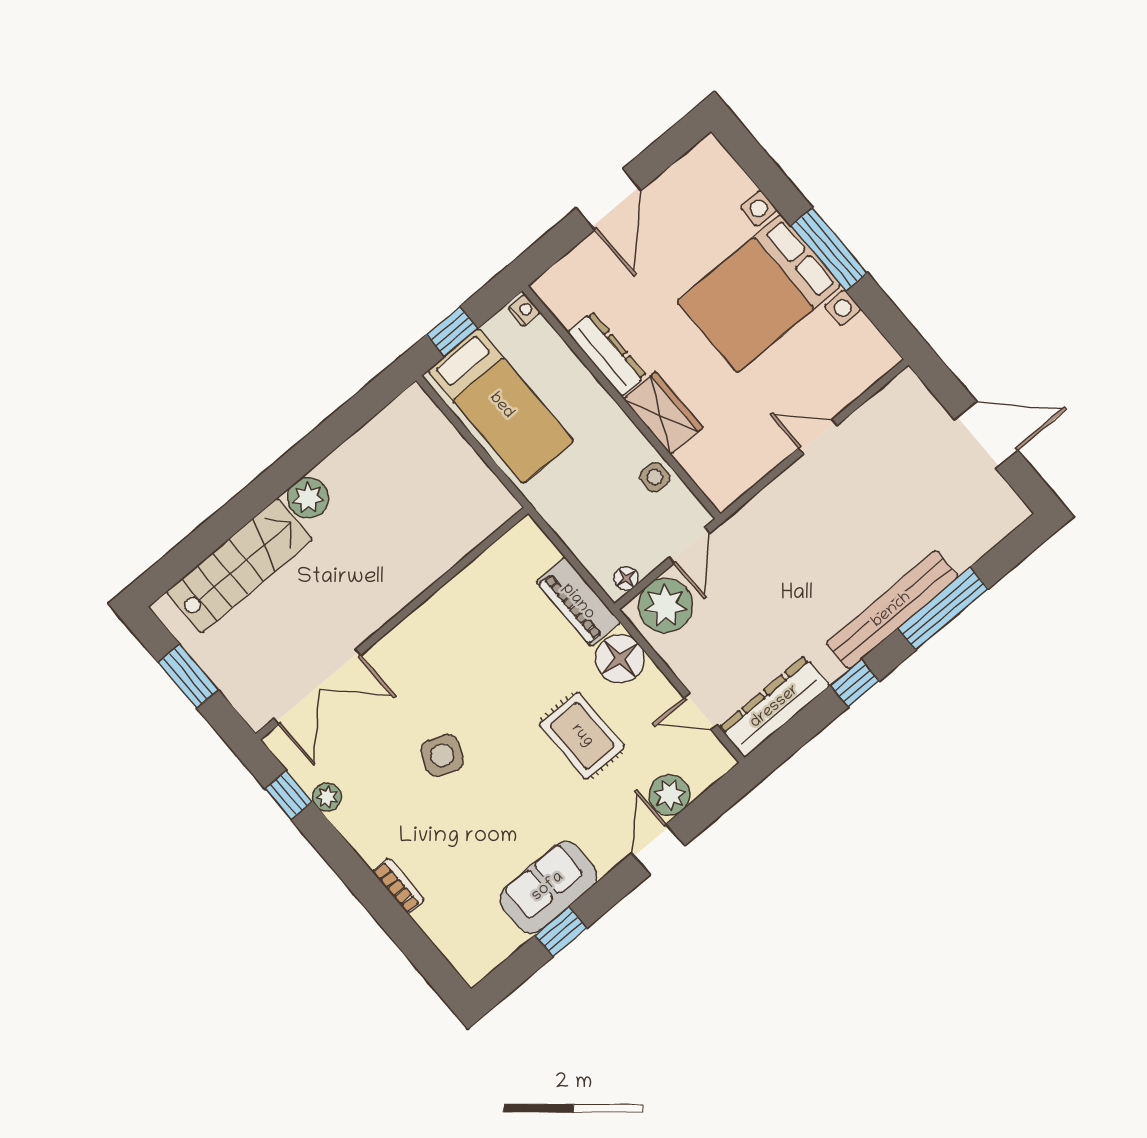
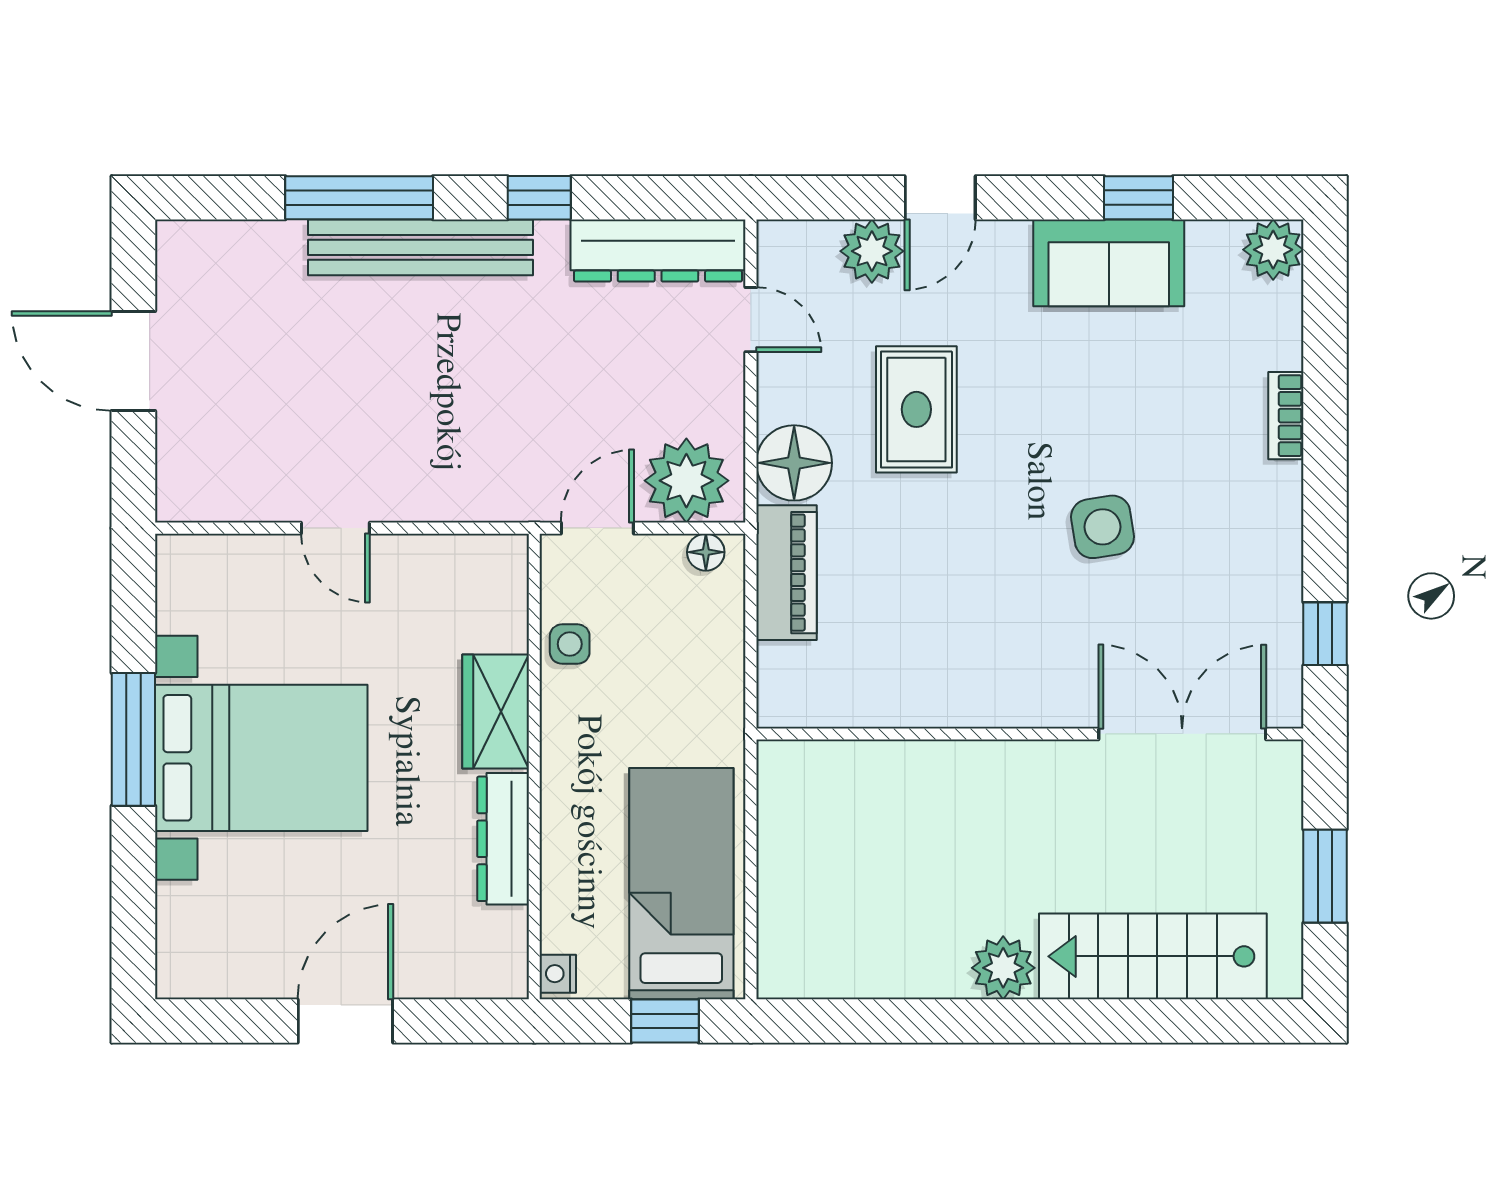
side table: (442, 755) -> (1103, 527), turned -31
plant: (327, 797) -> (1273, 250), moved, width x1.38, depth x1.38

